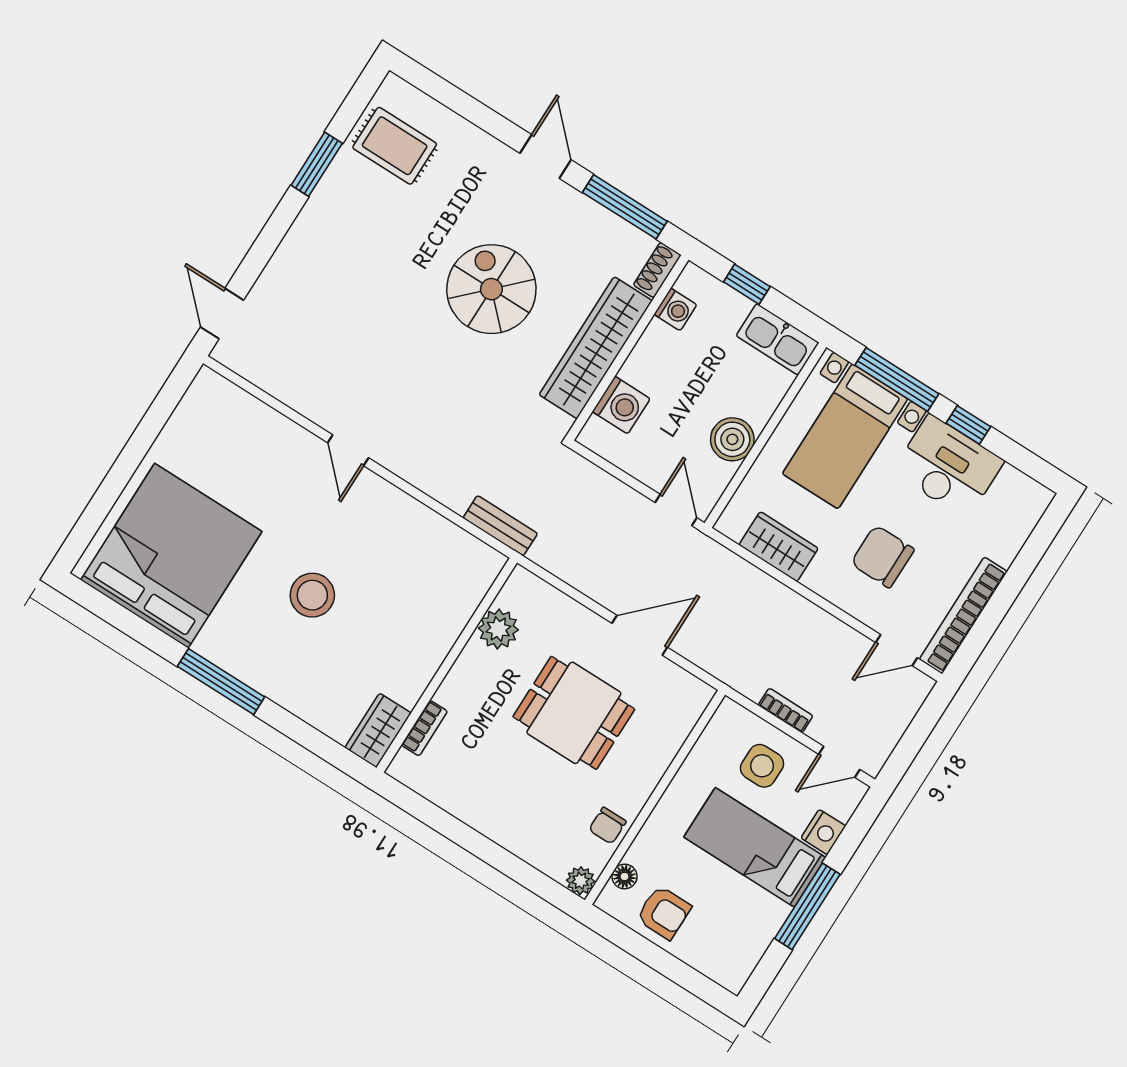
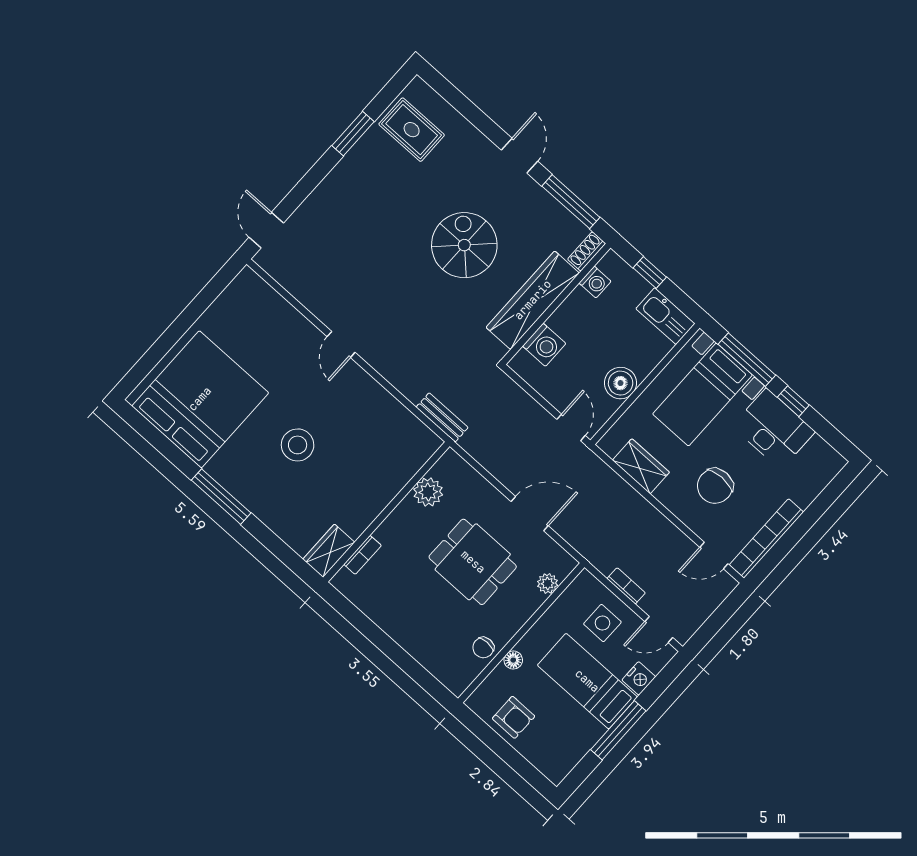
chair: (882, 556) -> (715, 486), turned -90
floor lamp: (625, 876) -> (513, 660), moved
plant: (581, 881) -> (548, 583), moved

